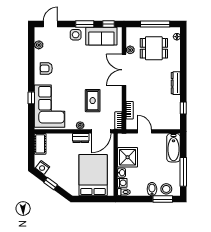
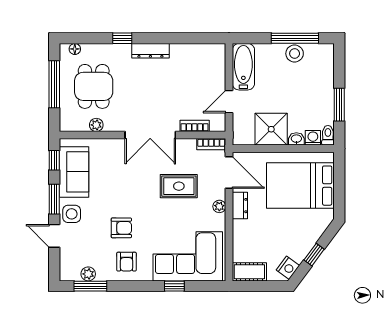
door: (50, 24) -> (54, 236), moved
window: (31, 46) -> (90, 286), added
armchair: (67, 65) -> (121, 228), added
double door: (124, 70) -> (150, 135), moved
window: (183, 108) -> (122, 38), moved
bathtub: (174, 148) -> (243, 67), moved, turned -90
bidet: (152, 189) -> (323, 89), removed
stool: (166, 189) -> (295, 54), moved
window: (163, 199) -> (339, 105), moved

